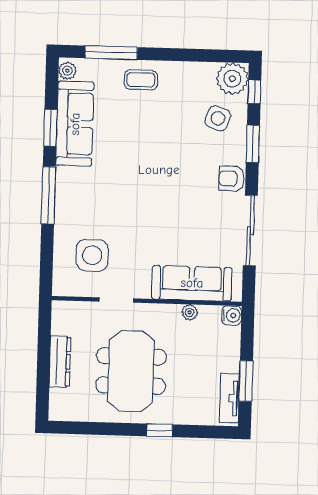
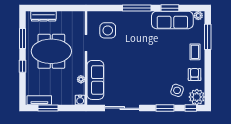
armchair: (231, 179) -> (195, 75), moved
dresser: (60, 362) -> (44, 16), moved
window: (103, 429) -> (22, 38), added

